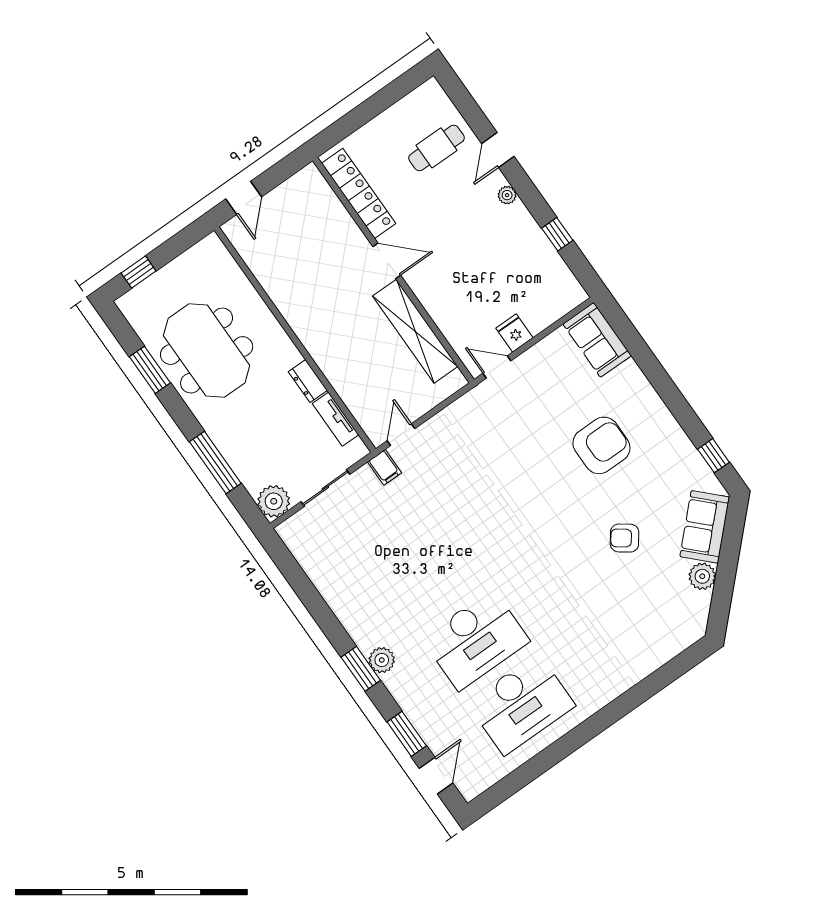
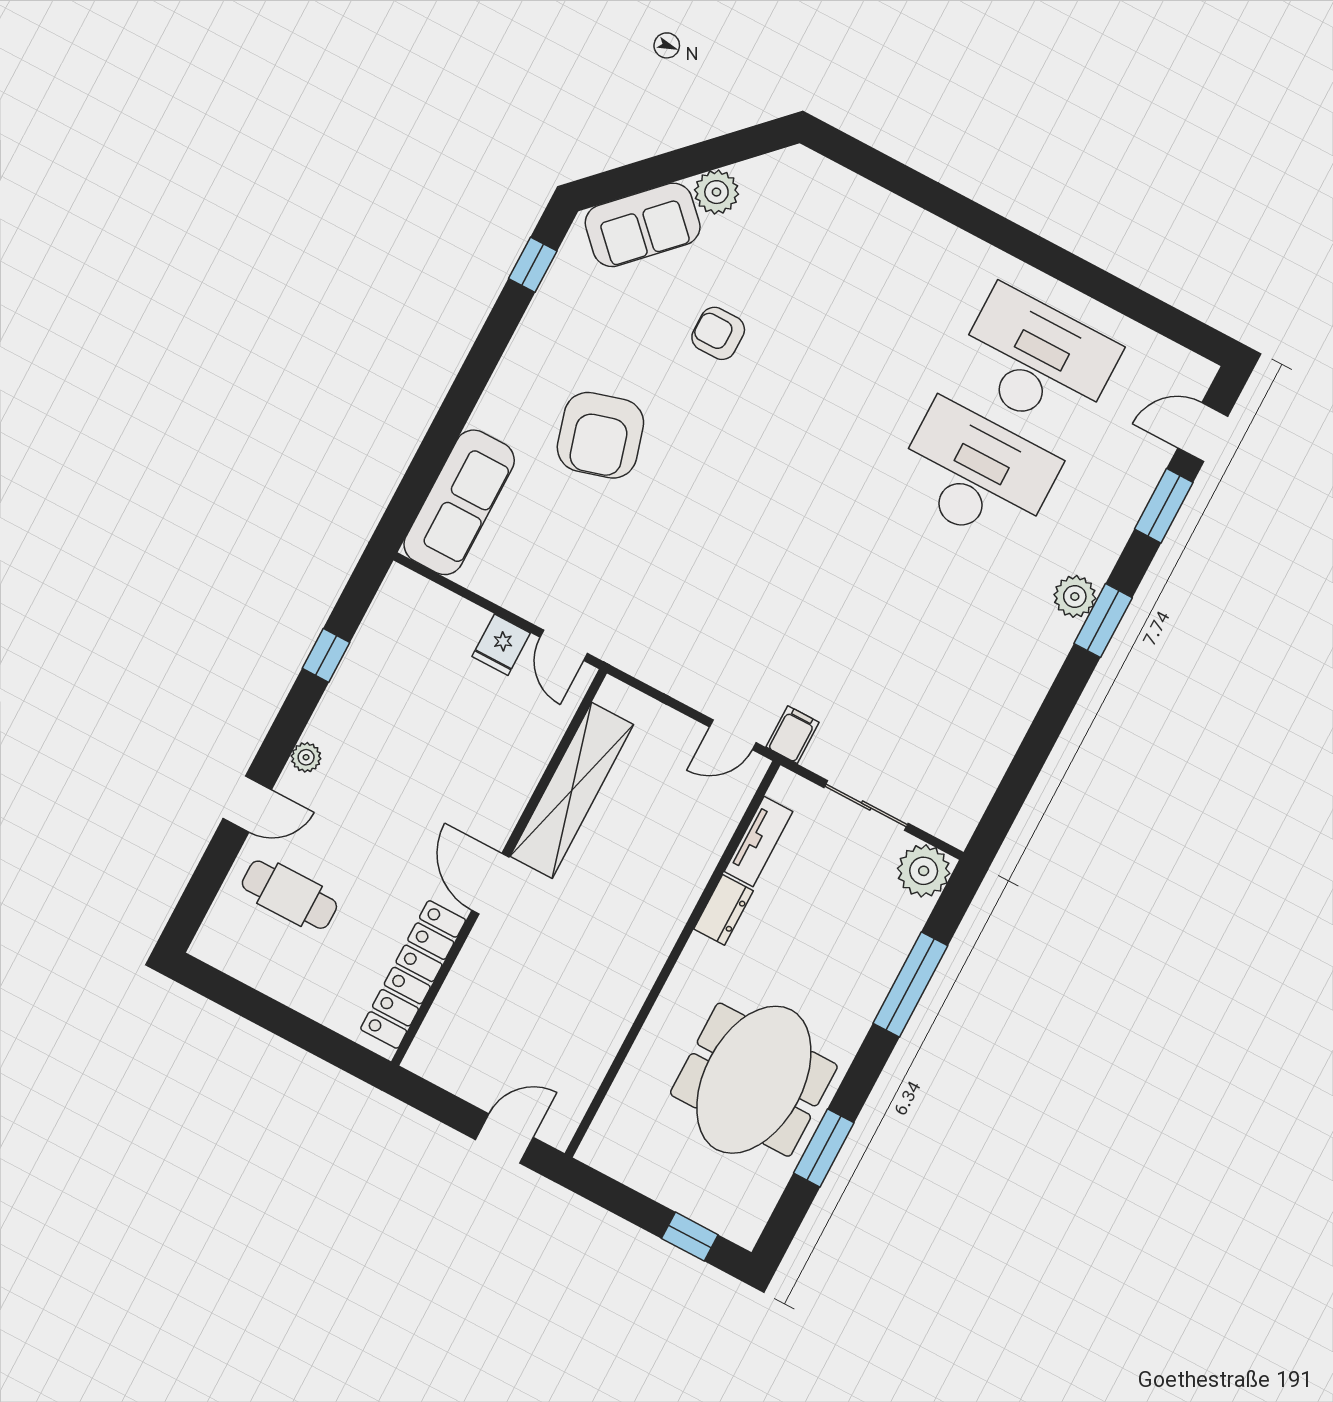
sofa: (597, 340) -> (459, 502), width x1.36
armchair: (601, 445) -> (600, 435), turned -106
armchair: (625, 538) -> (718, 333), turned 144

